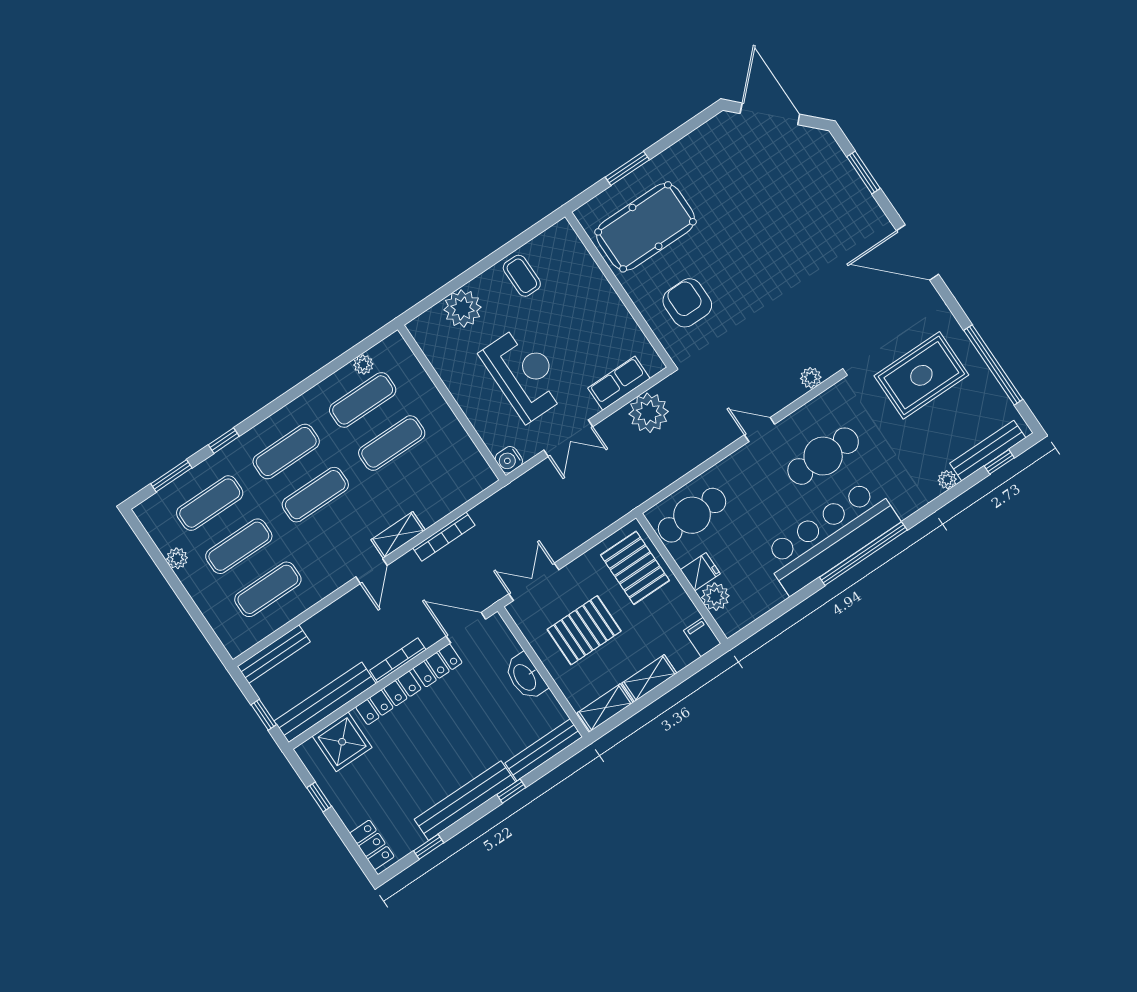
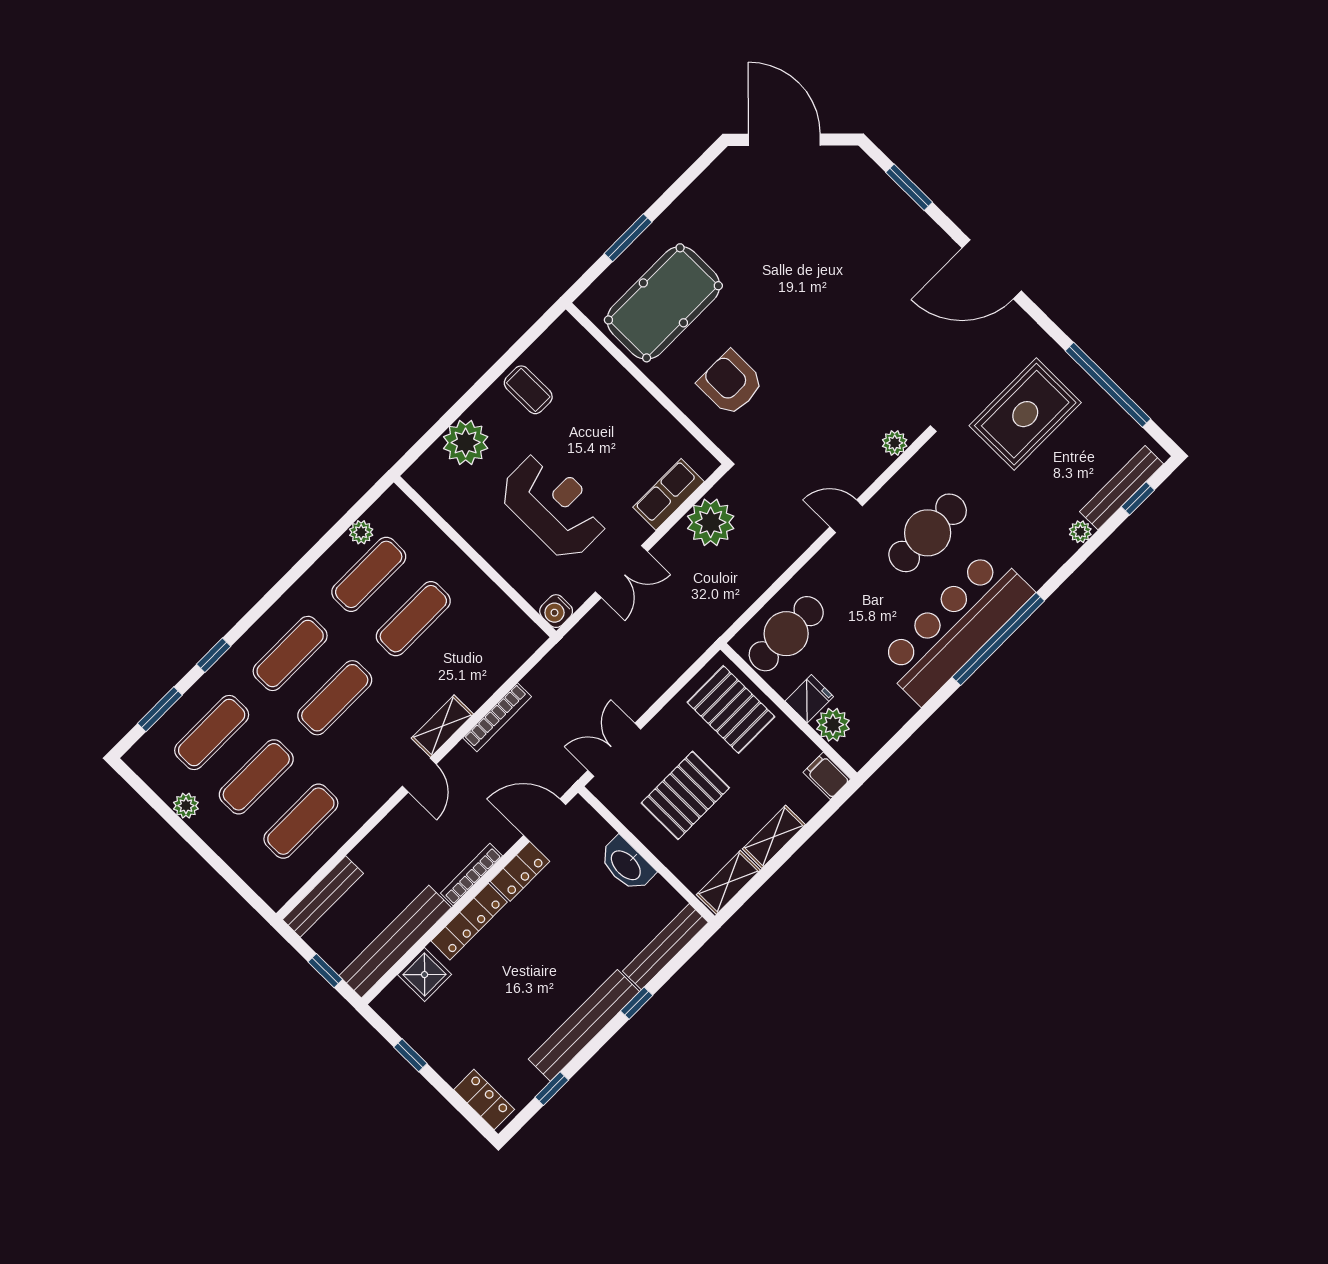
shower: (342, 742) -> (425, 975), width x0.73, depth x0.73

